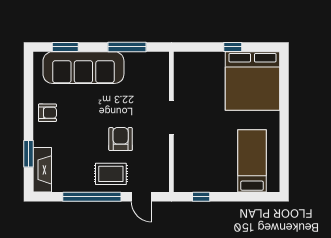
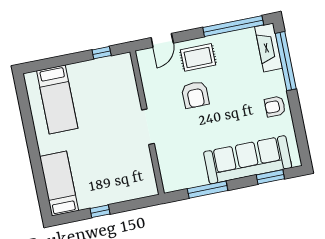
bed: (253, 81) -> (59, 184), width x0.49
window: (28, 154) -> (286, 61), width x2.11
window: (92, 197) -> (233, 26), moved
door: (141, 197) -> (162, 40), swing flipped

